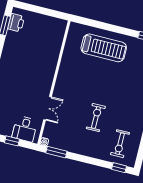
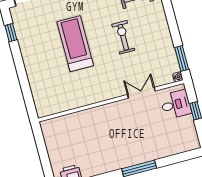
treadmill: (104, 48) -> (75, 44), moved
exercise bike: (96, 117) -> (123, 37), turned 90

